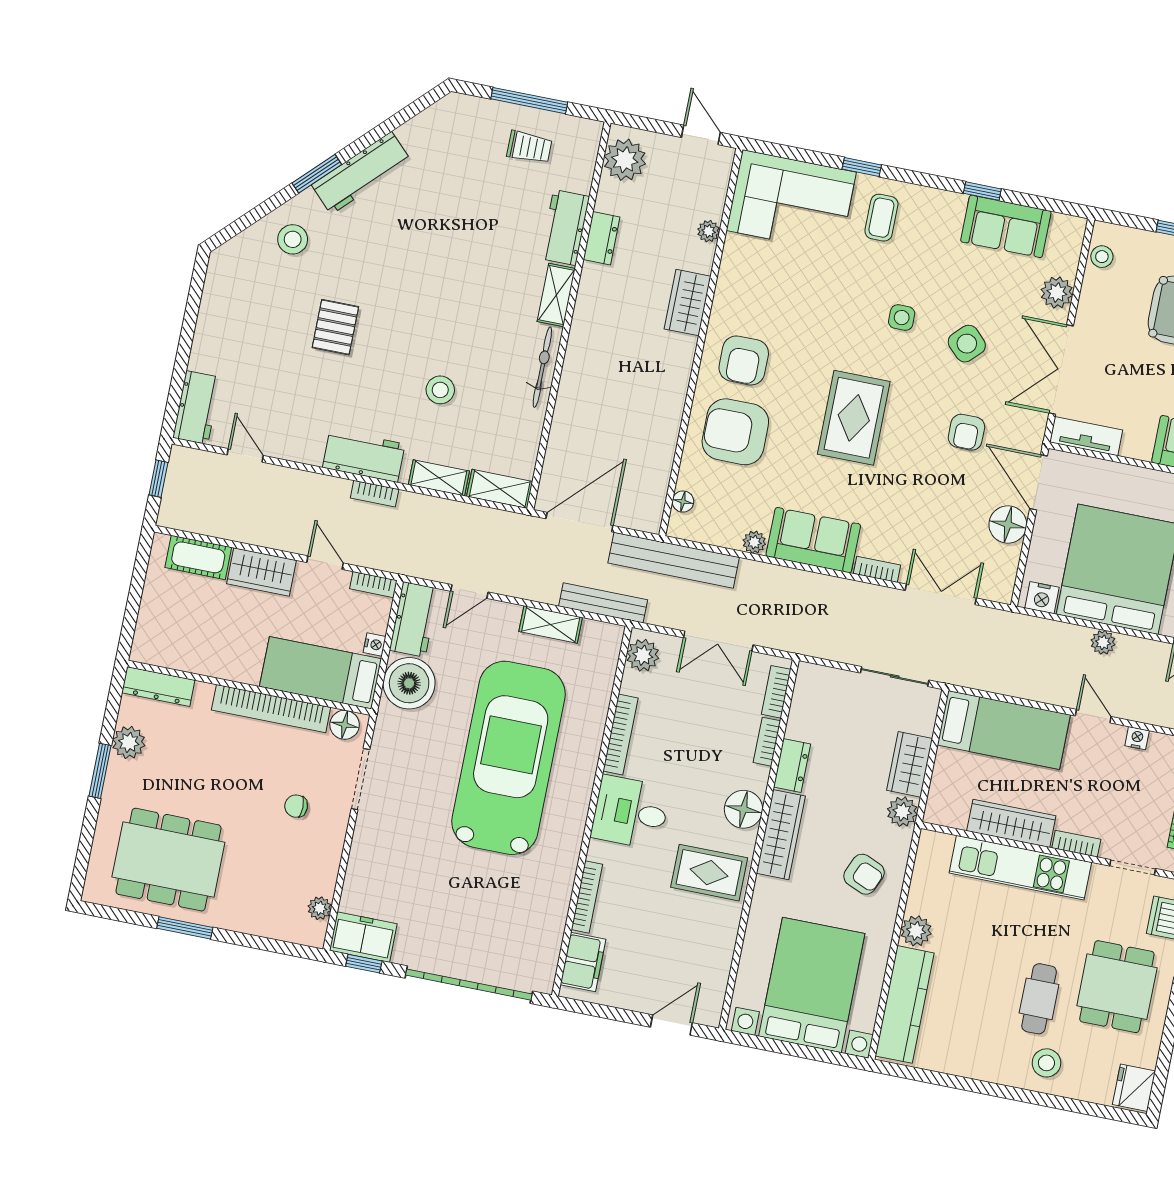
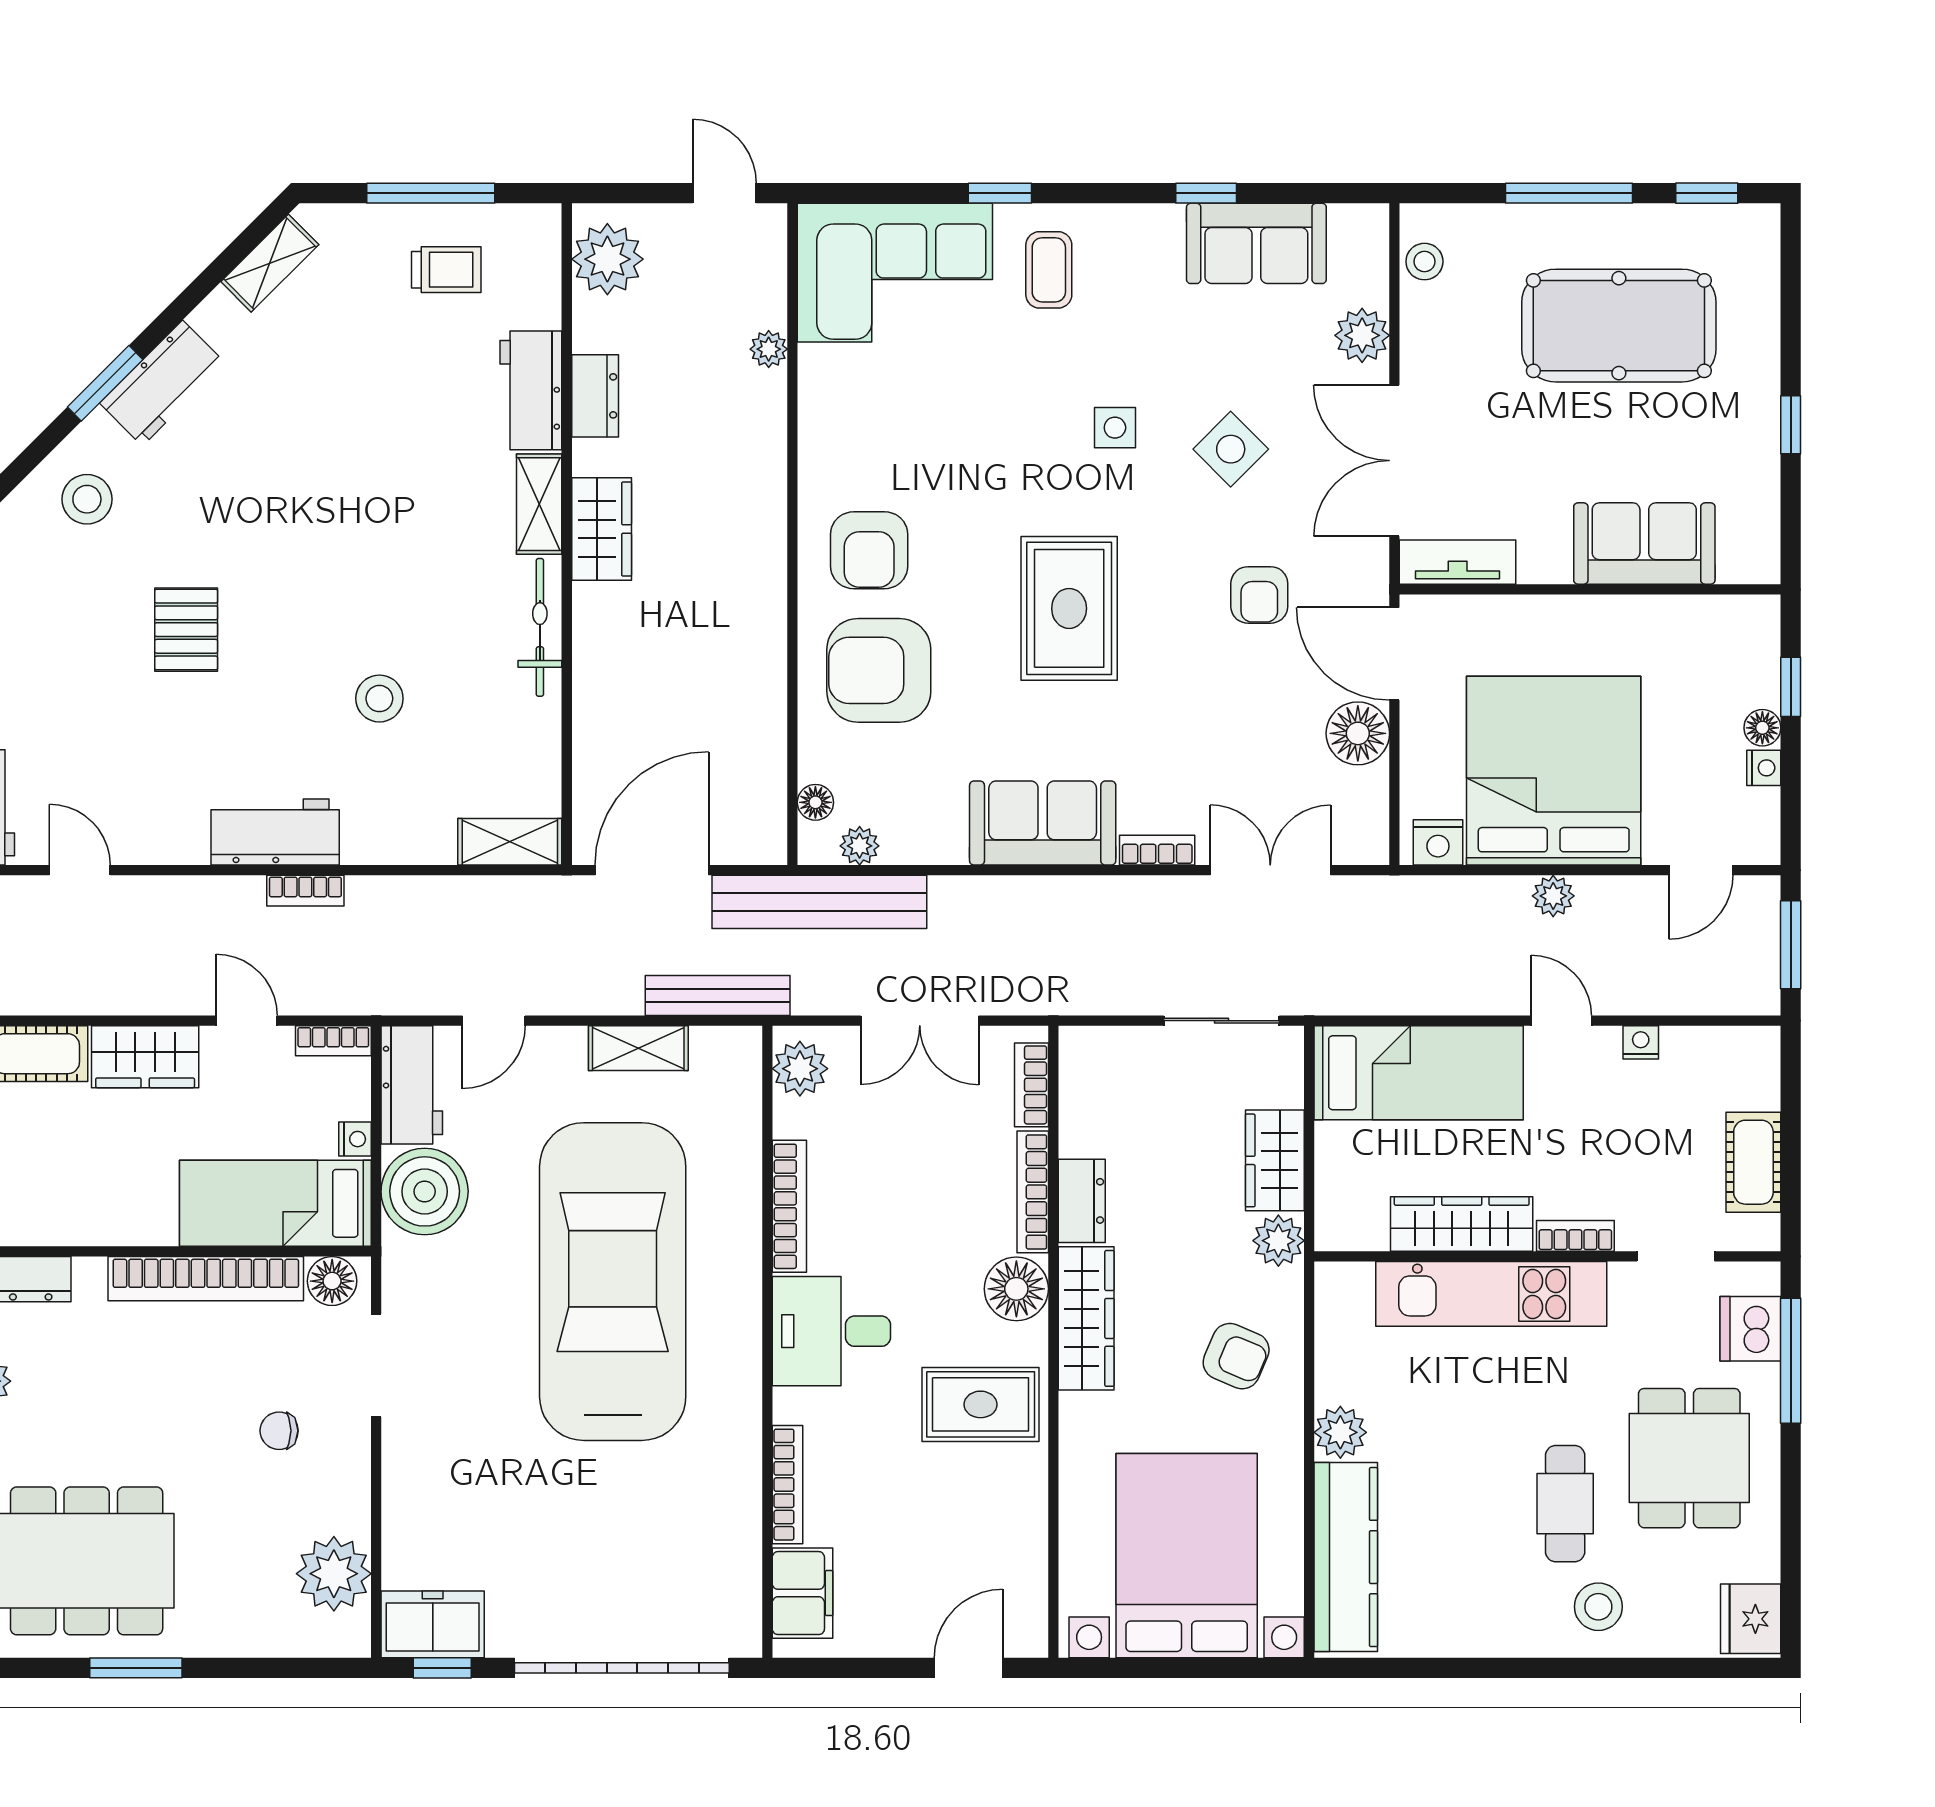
workbench: (361, 173) -> (163, 383), width x0.73
wardrobe: (688, 303) -> (602, 529), moved, turned 180
shelving: (439, 478) -> (270, 263), moved, turned -45
plant: (754, 542) -> (860, 846), moved
bookcase: (767, 742) -> (1033, 1192), width x1.56
plant: (320, 908) -> (334, 1574), width x1.88, depth x1.88

